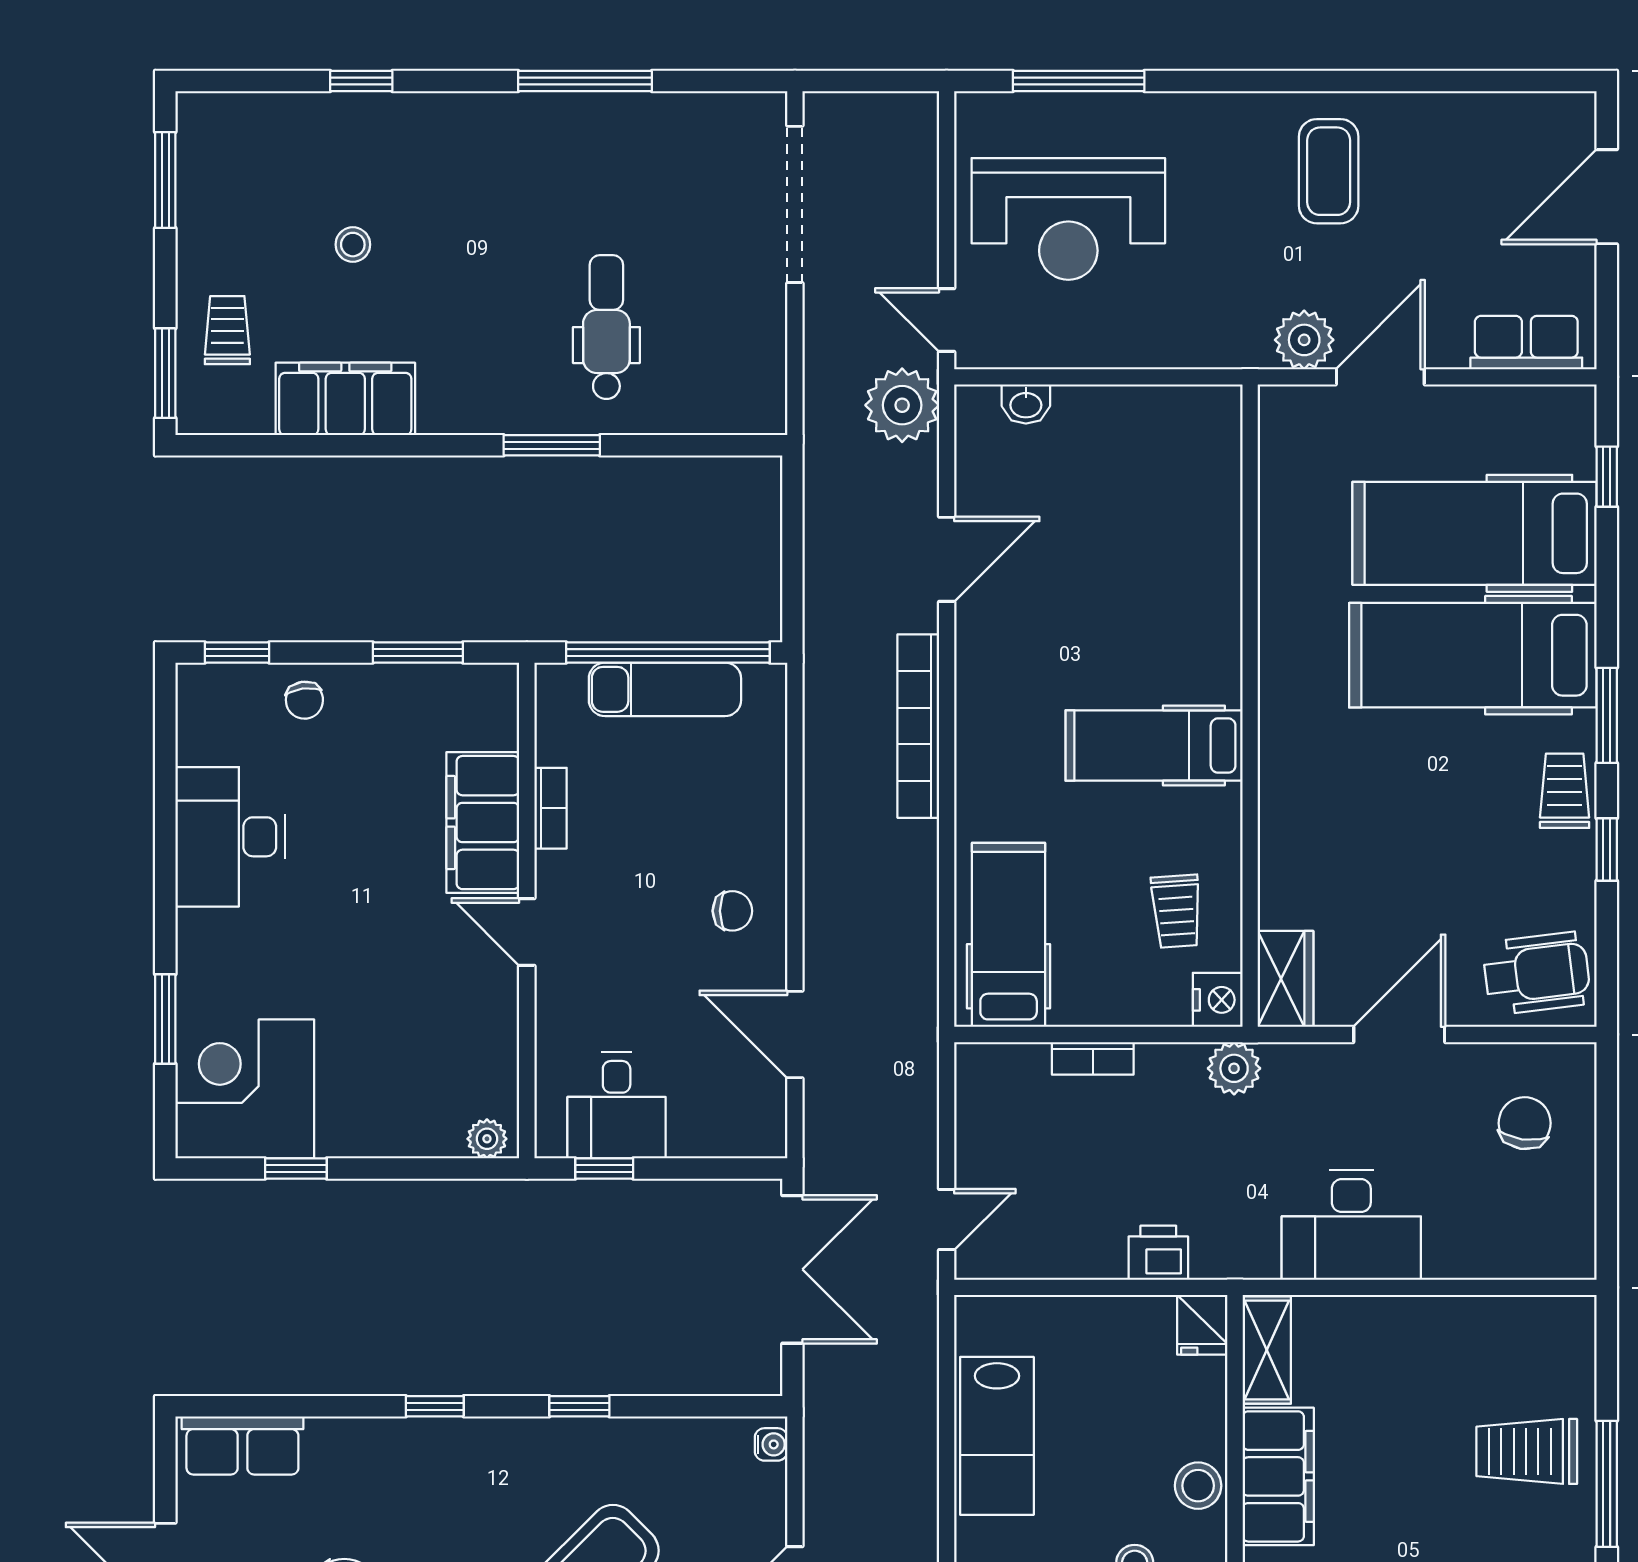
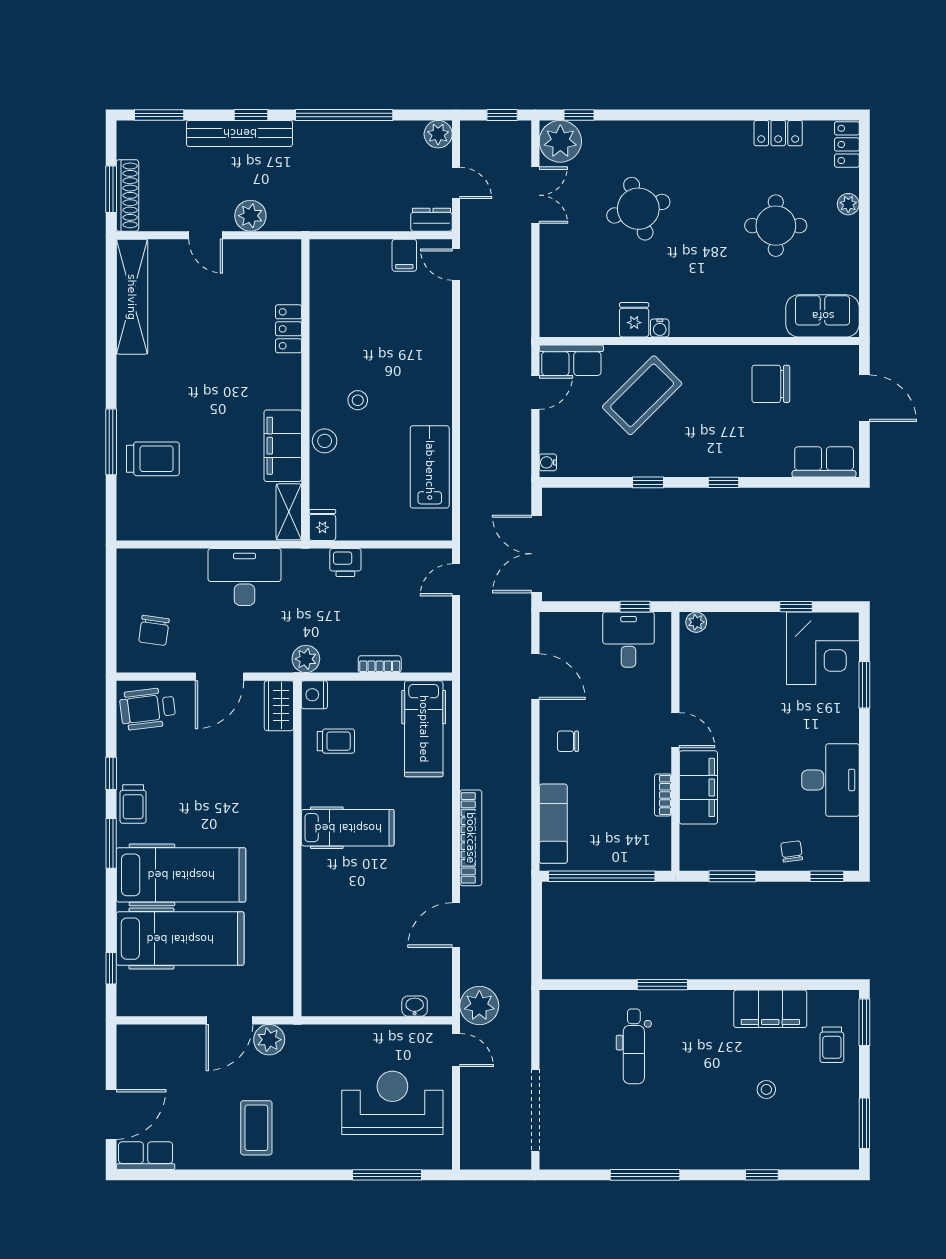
row of seats: (1526, 343) -> (146, 1156), moved, turned 180
exam couch: (665, 689) -> (553, 824), moved, turned 90
trolley: (1176, 911) -> (336, 741), turned 94

